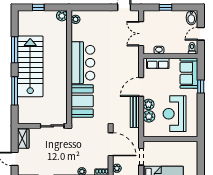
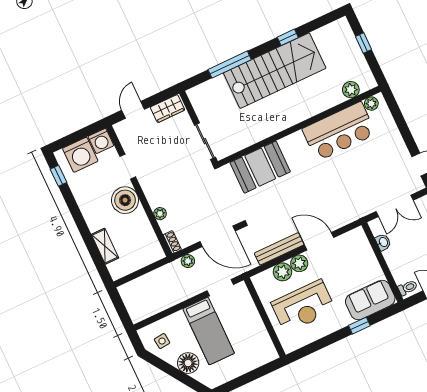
plant: (62, 16) -> (351, 90), moved
double door: (141, 34) -> (395, 206), swing flipped
window: (15, 50) -> (288, 37), width x0.46
bar counter: (83, 63) -> (339, 131), moved
row of seats: (158, 63) -> (364, 249), removed
reception desk: (175, 114) -> (303, 306), turned 180
door: (111, 144) -> (218, 236), hinge flipped

